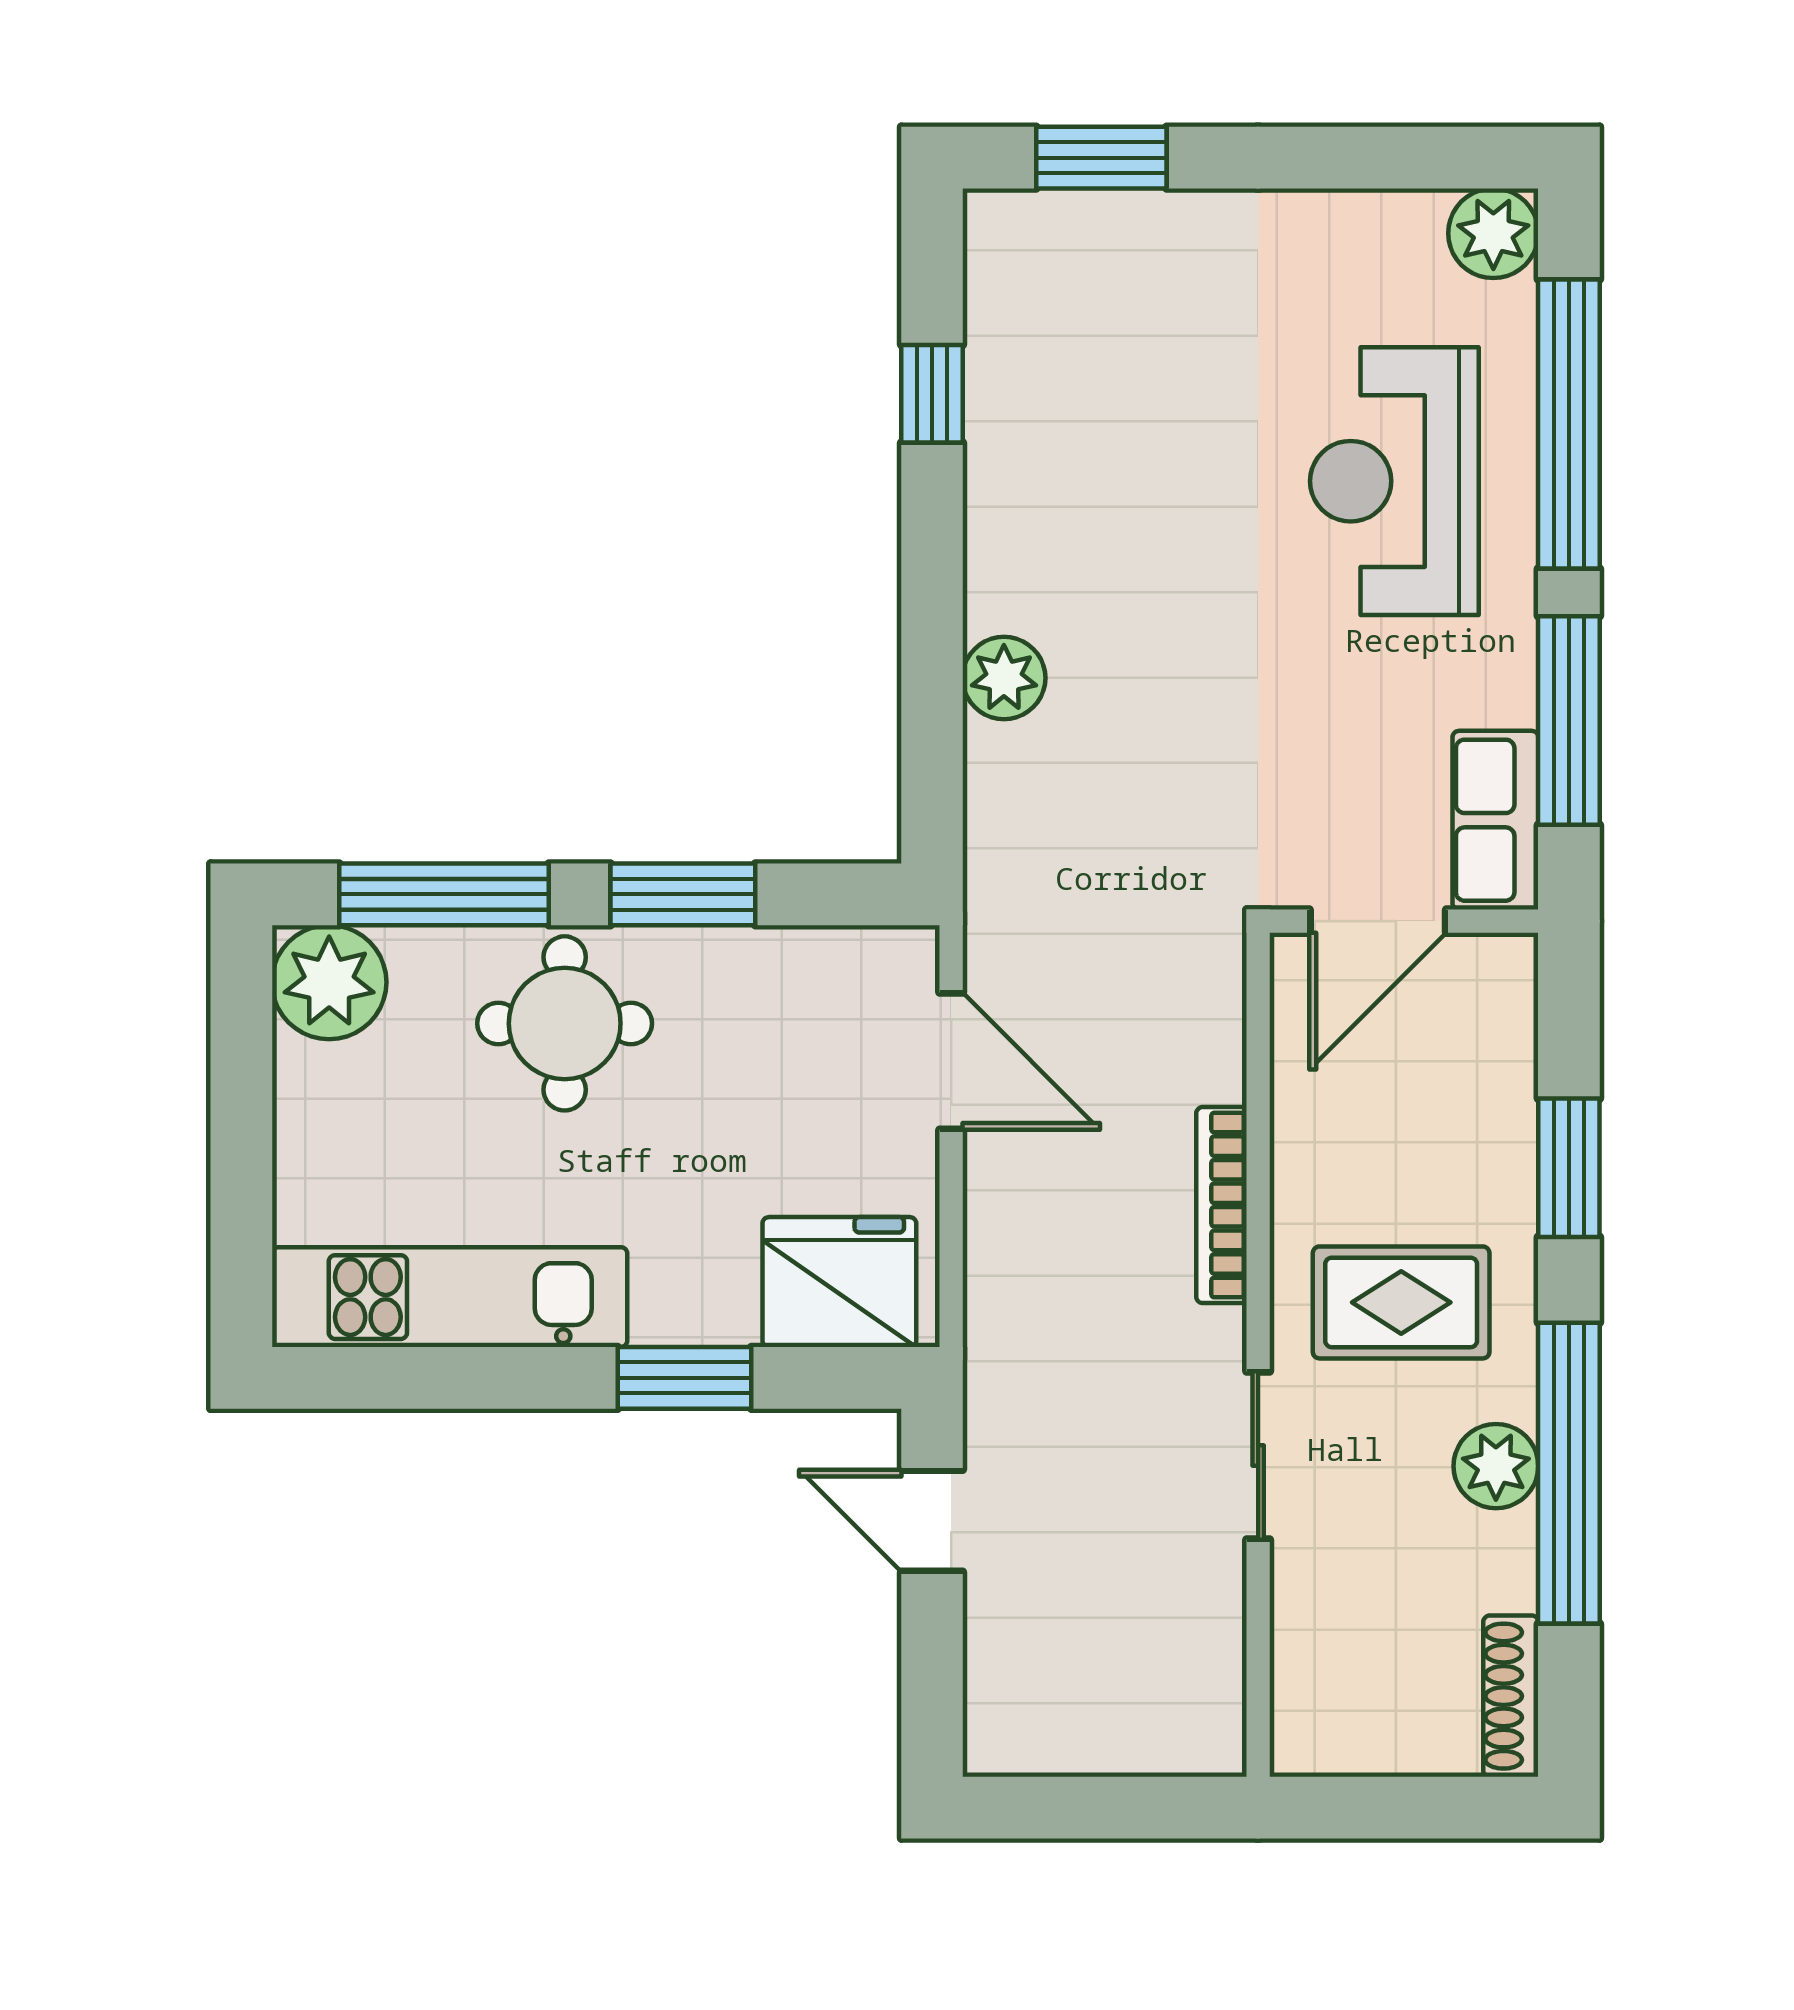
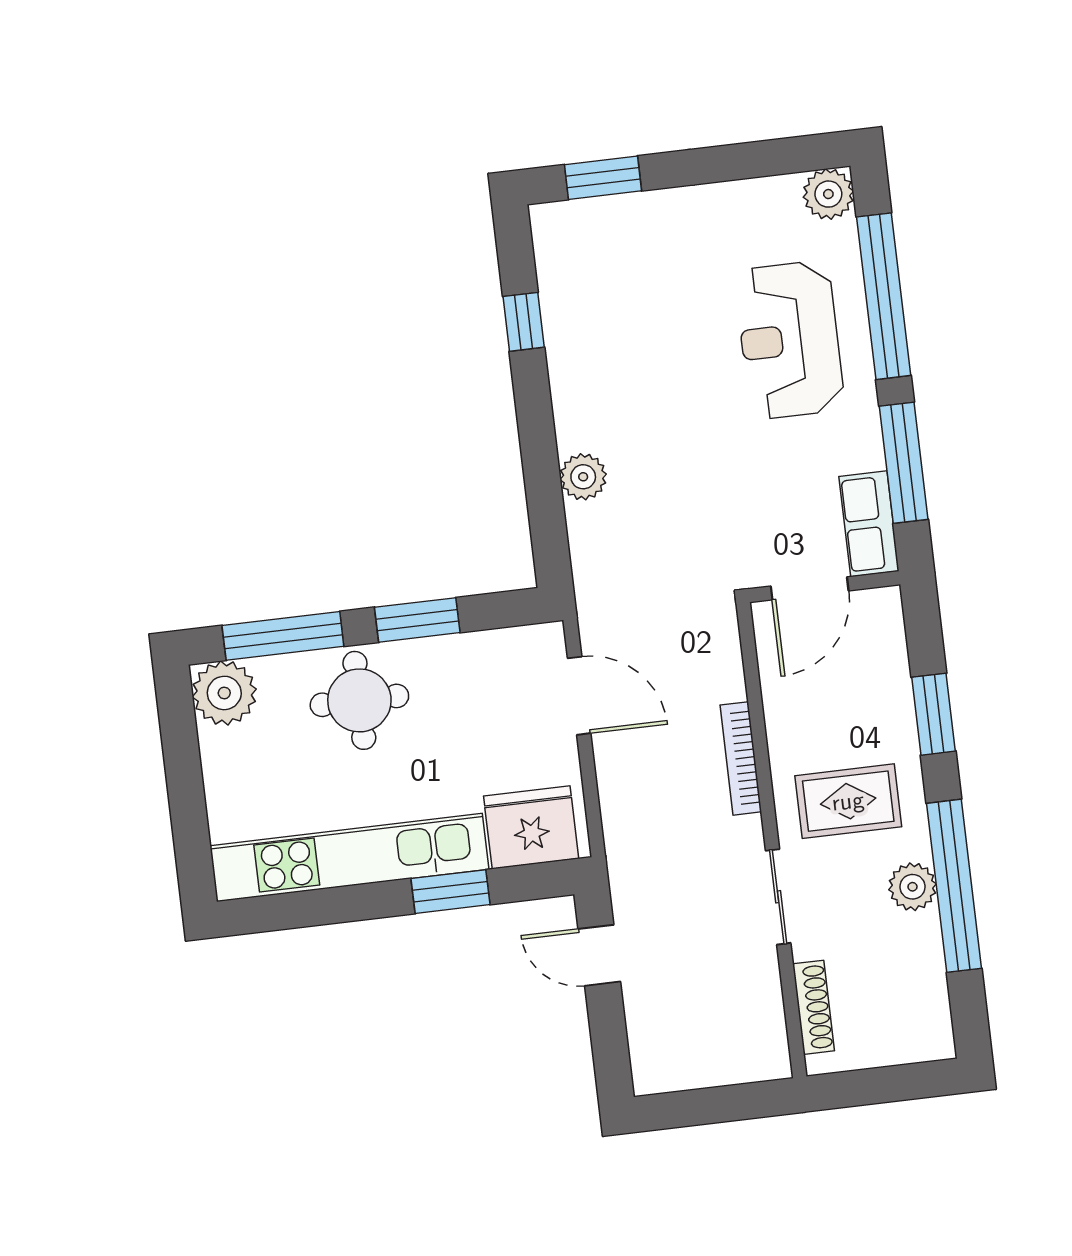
kitchen unit: (450, 1297) -> (349, 858), width x1.36
shoe rack: (1511, 1696) -> (814, 1007), moved, turned 180

